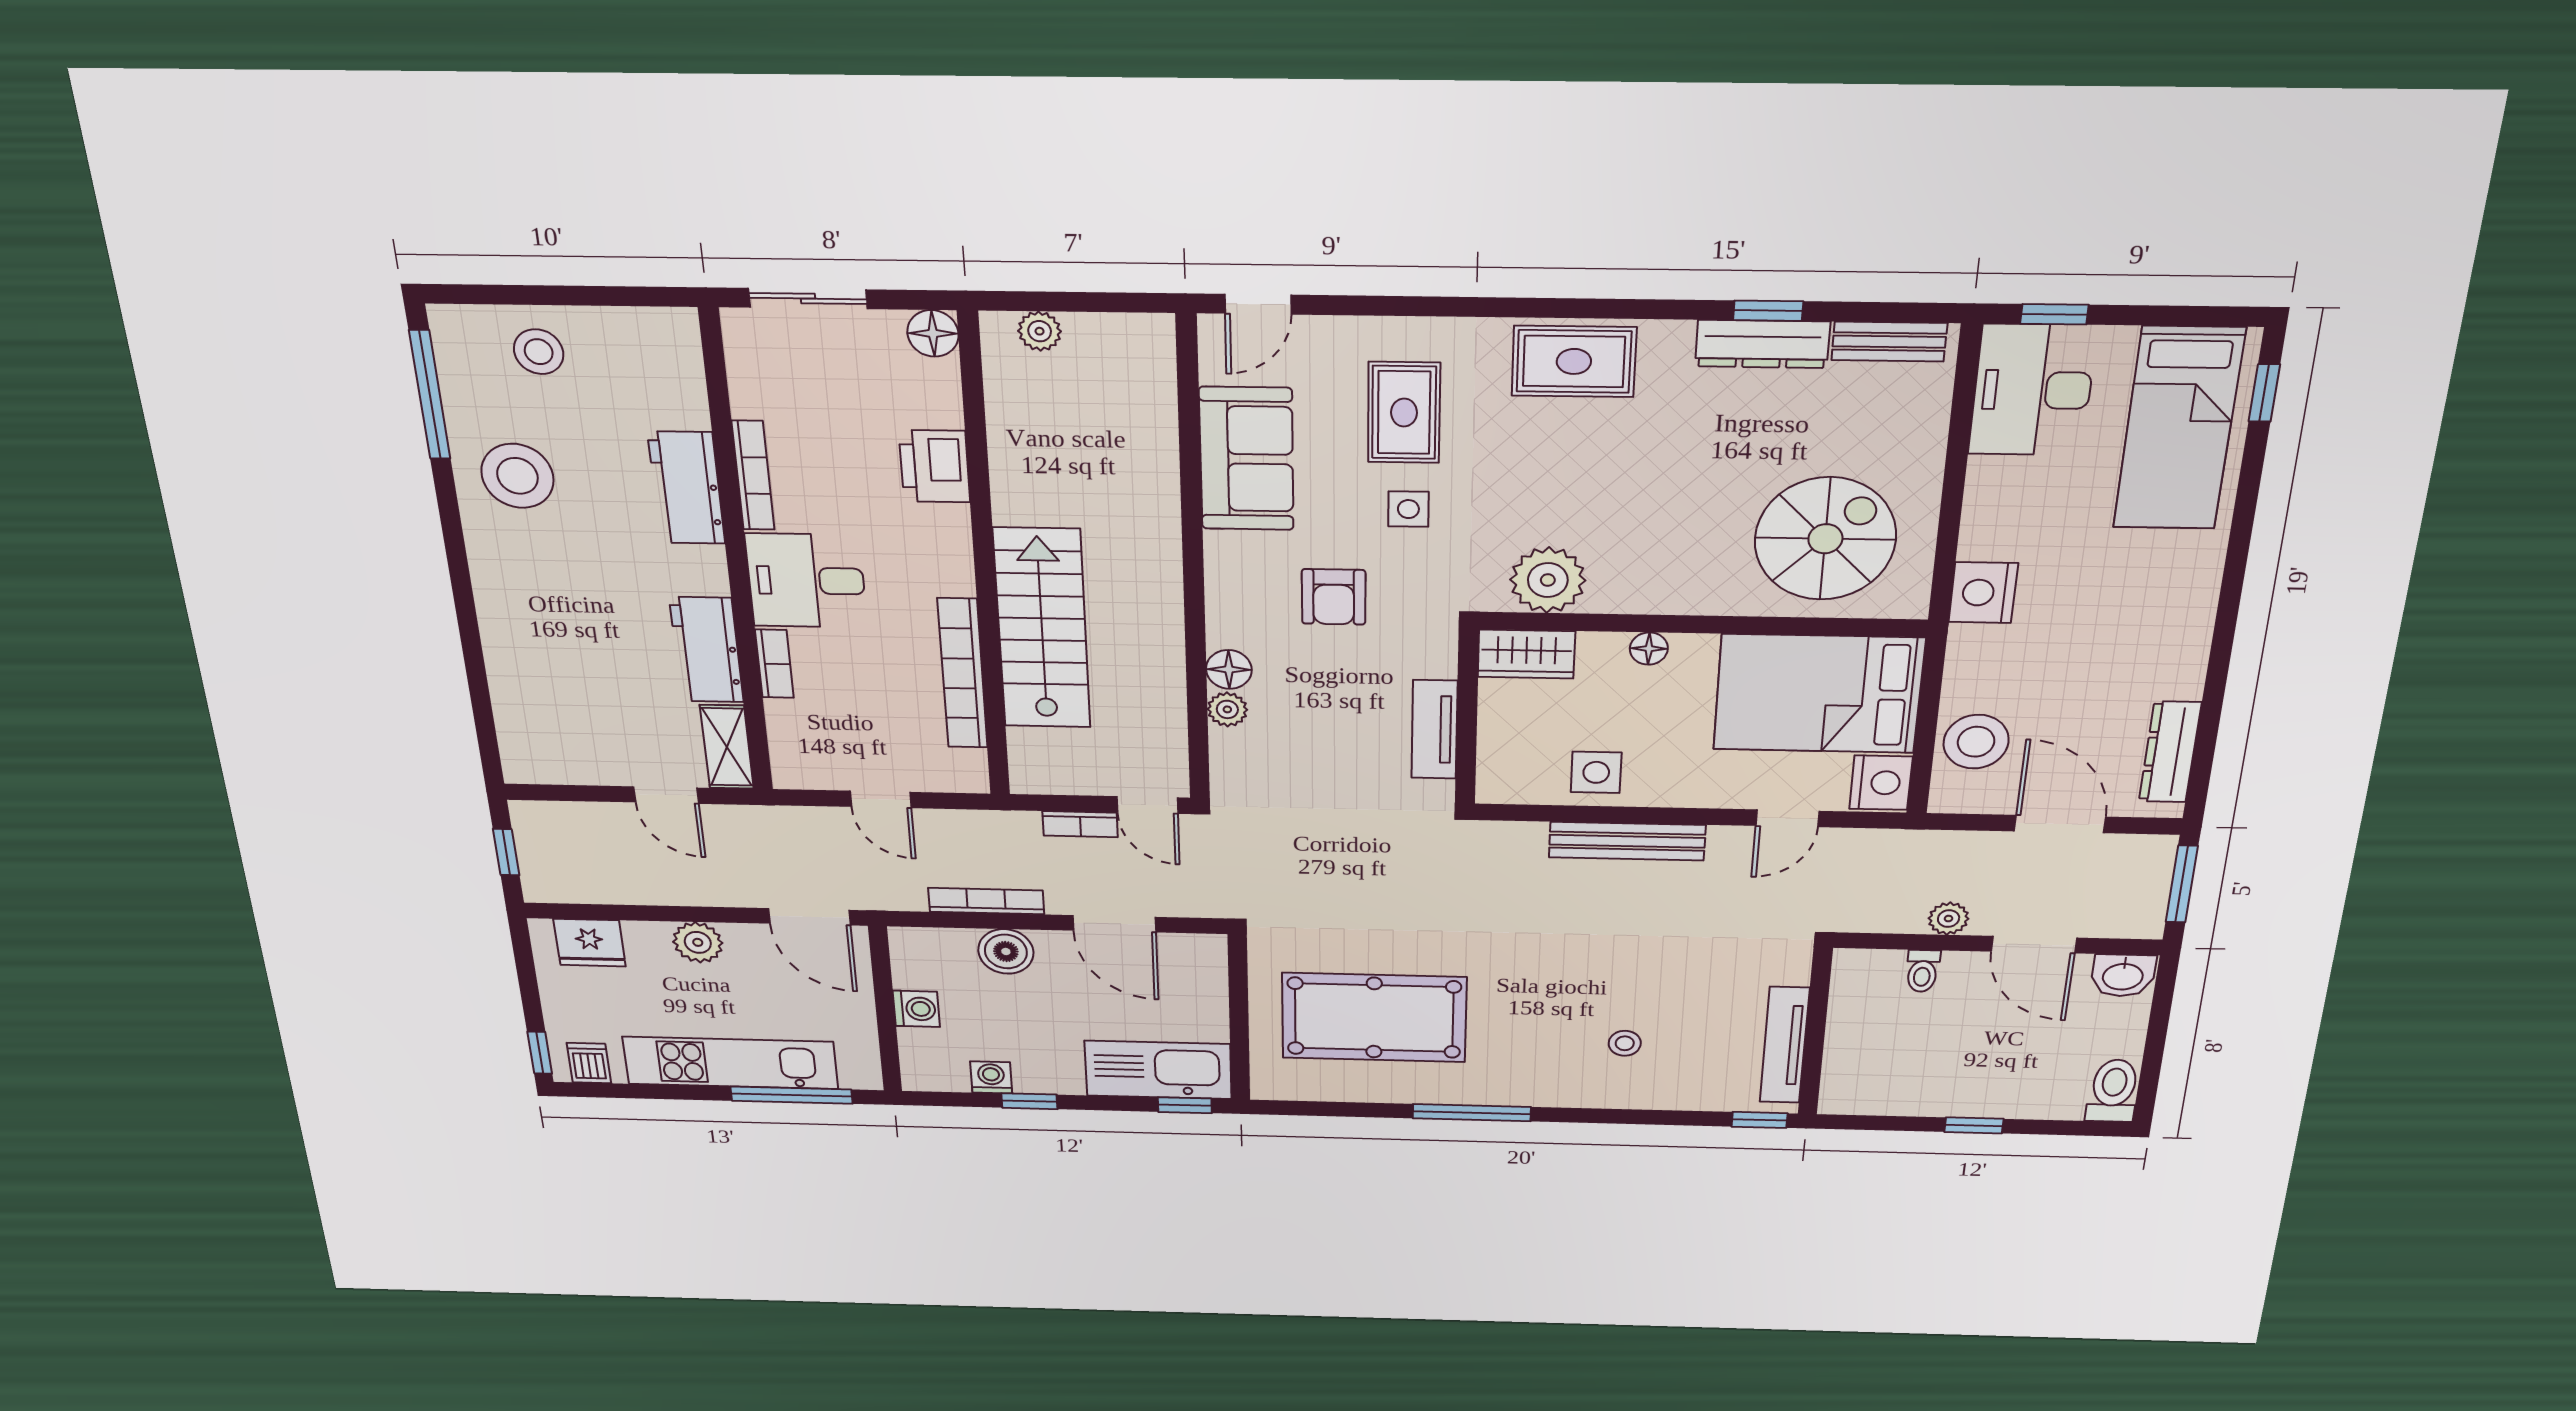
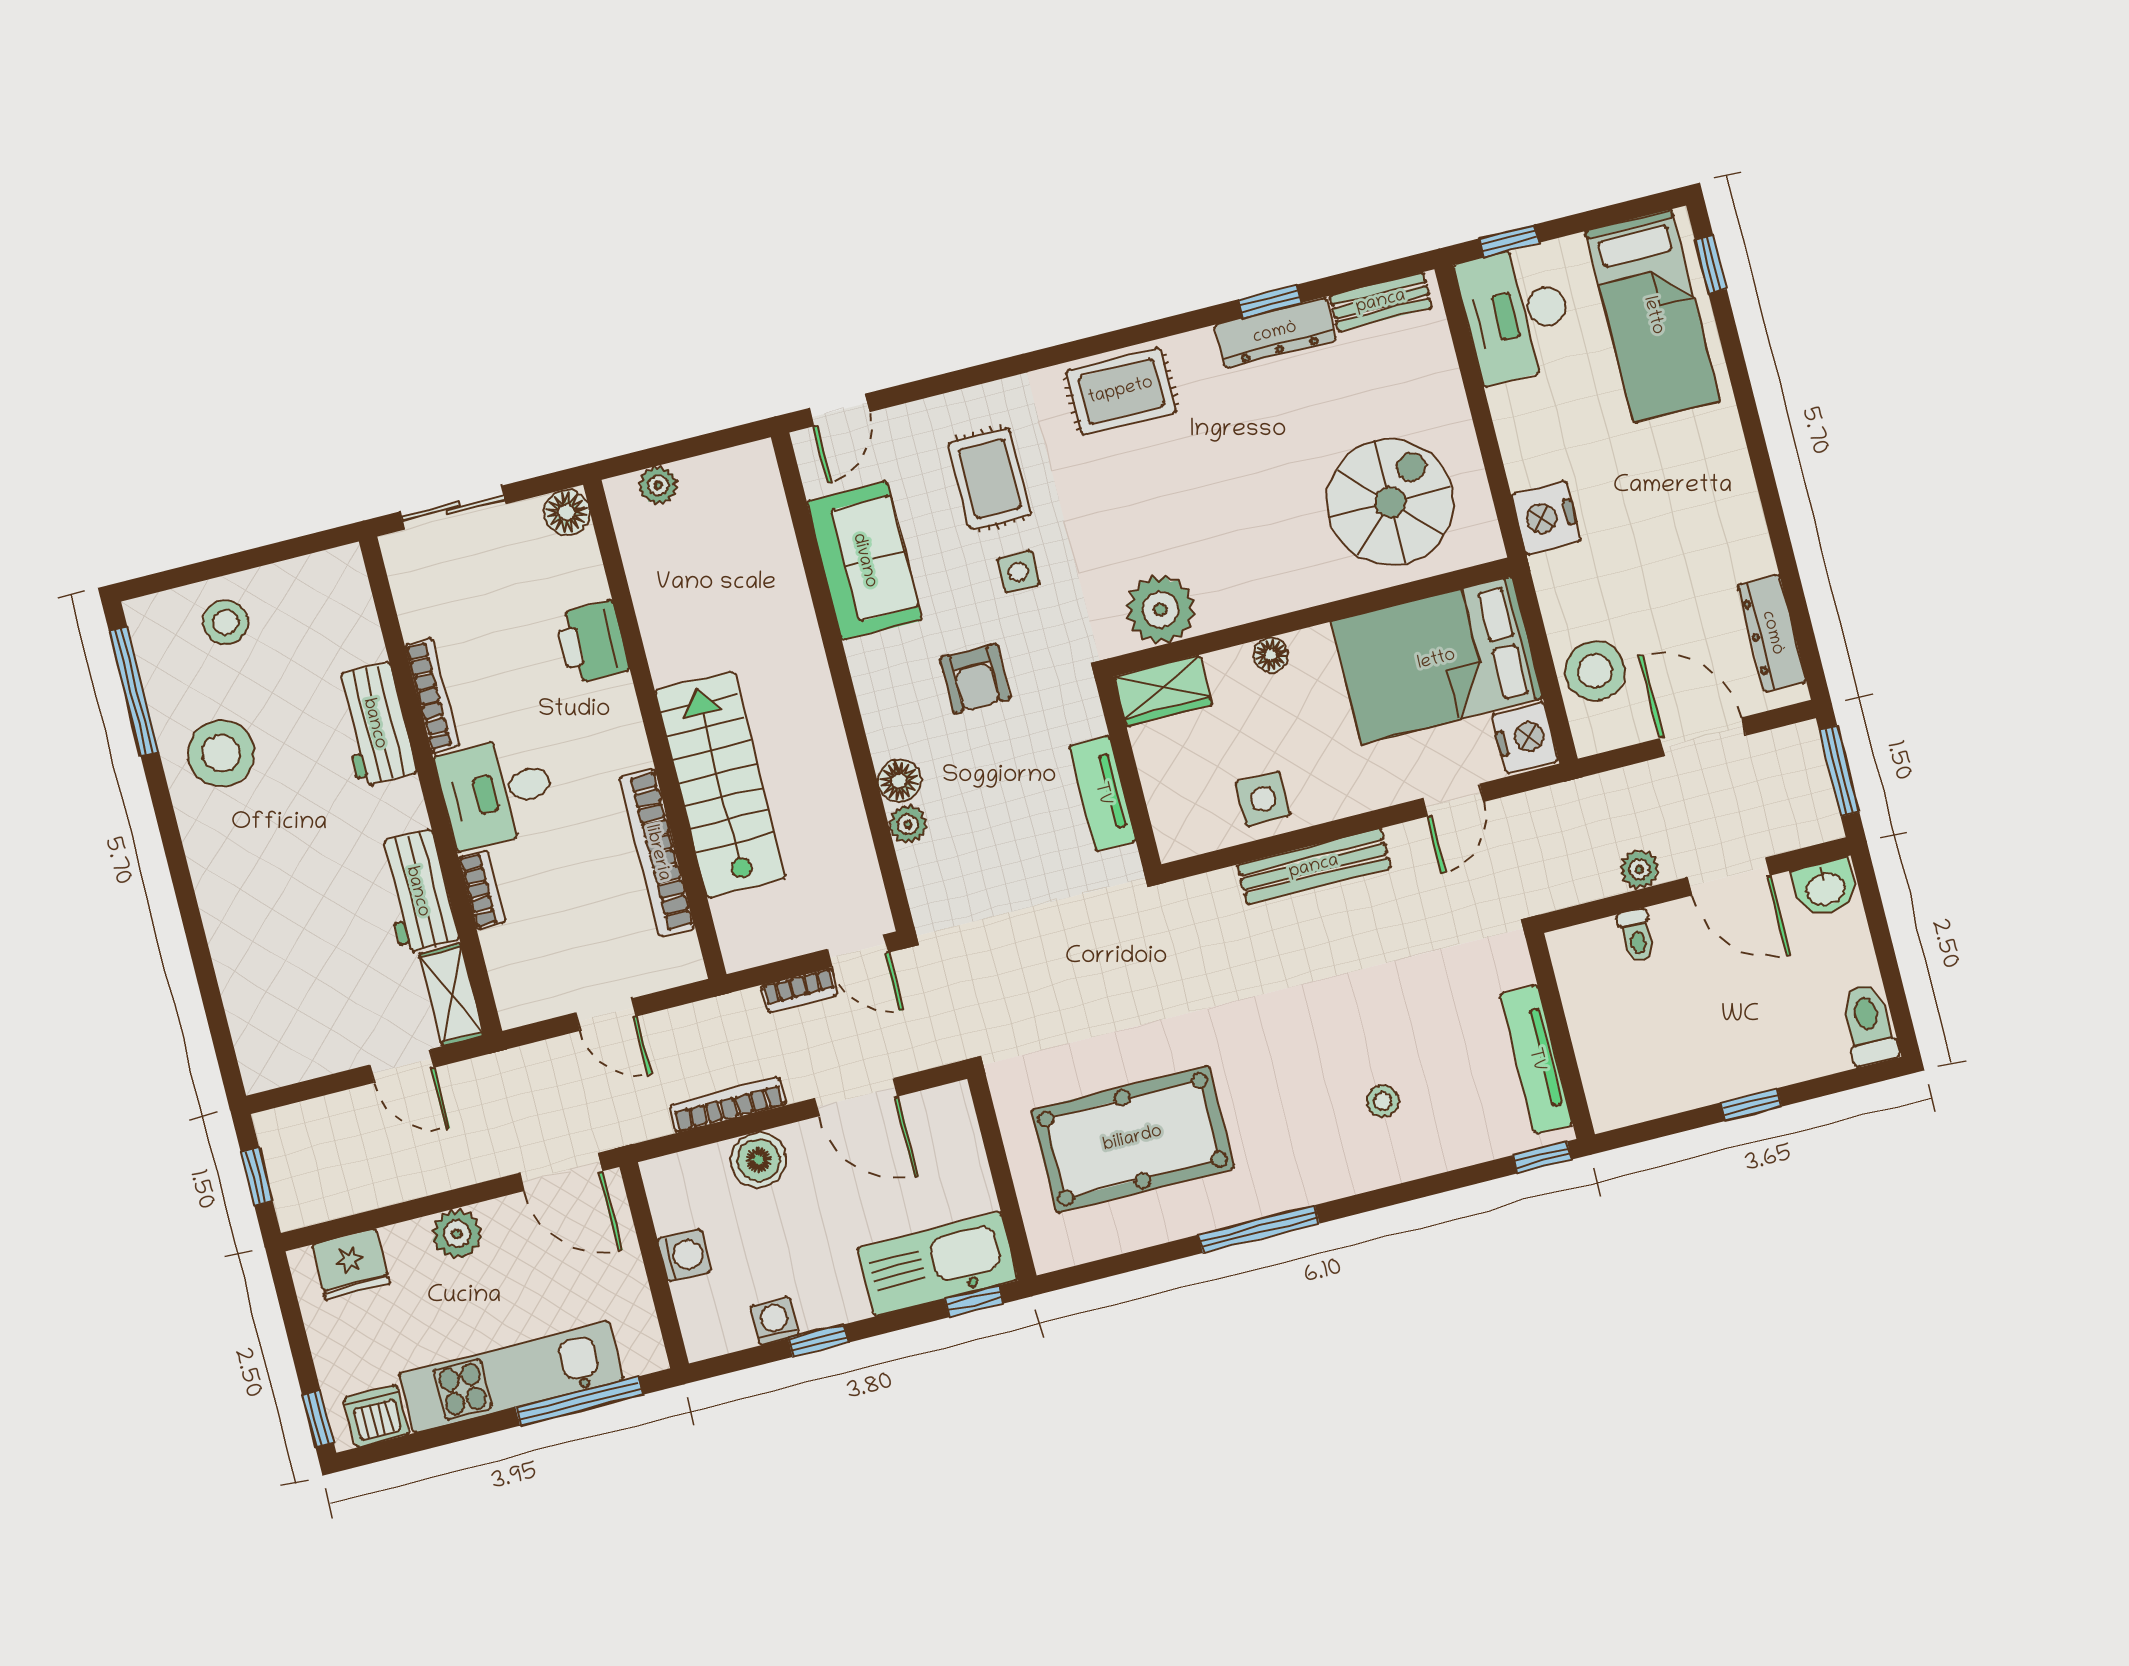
dishwasher: (589, 1063) -> (376, 1416), width x1.38

